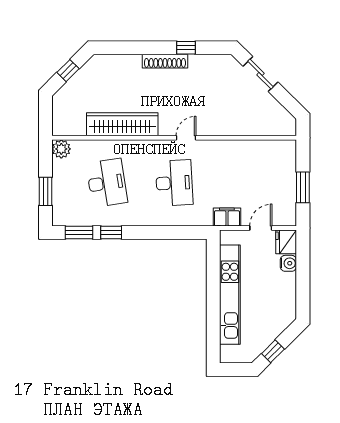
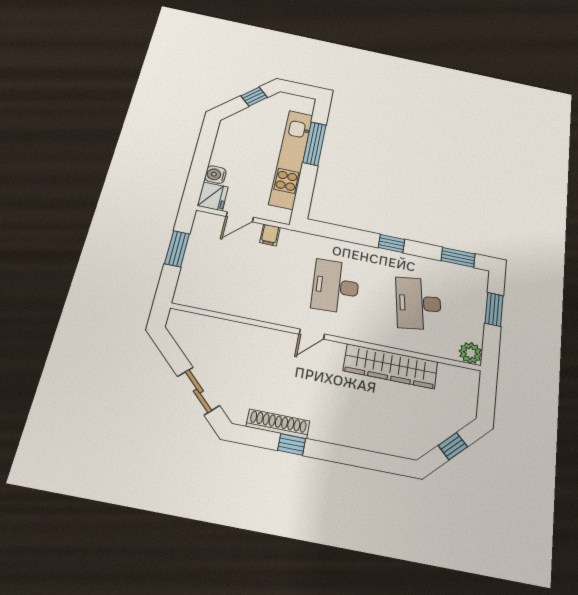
shoe rack: (165, 61) -> (278, 424), moved
filing cabinet: (227, 217) -> (270, 235), width x0.50
window: (111, 233) -> (391, 243), moved
window: (213, 315) -> (314, 144), added

